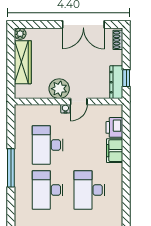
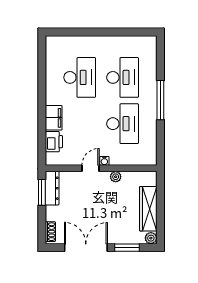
window: (43, 24) -> (127, 248), added
window: (126, 78) -> (42, 192), width x1.50
plant: (59, 89) -> (116, 177), width x0.53, depth x0.53

